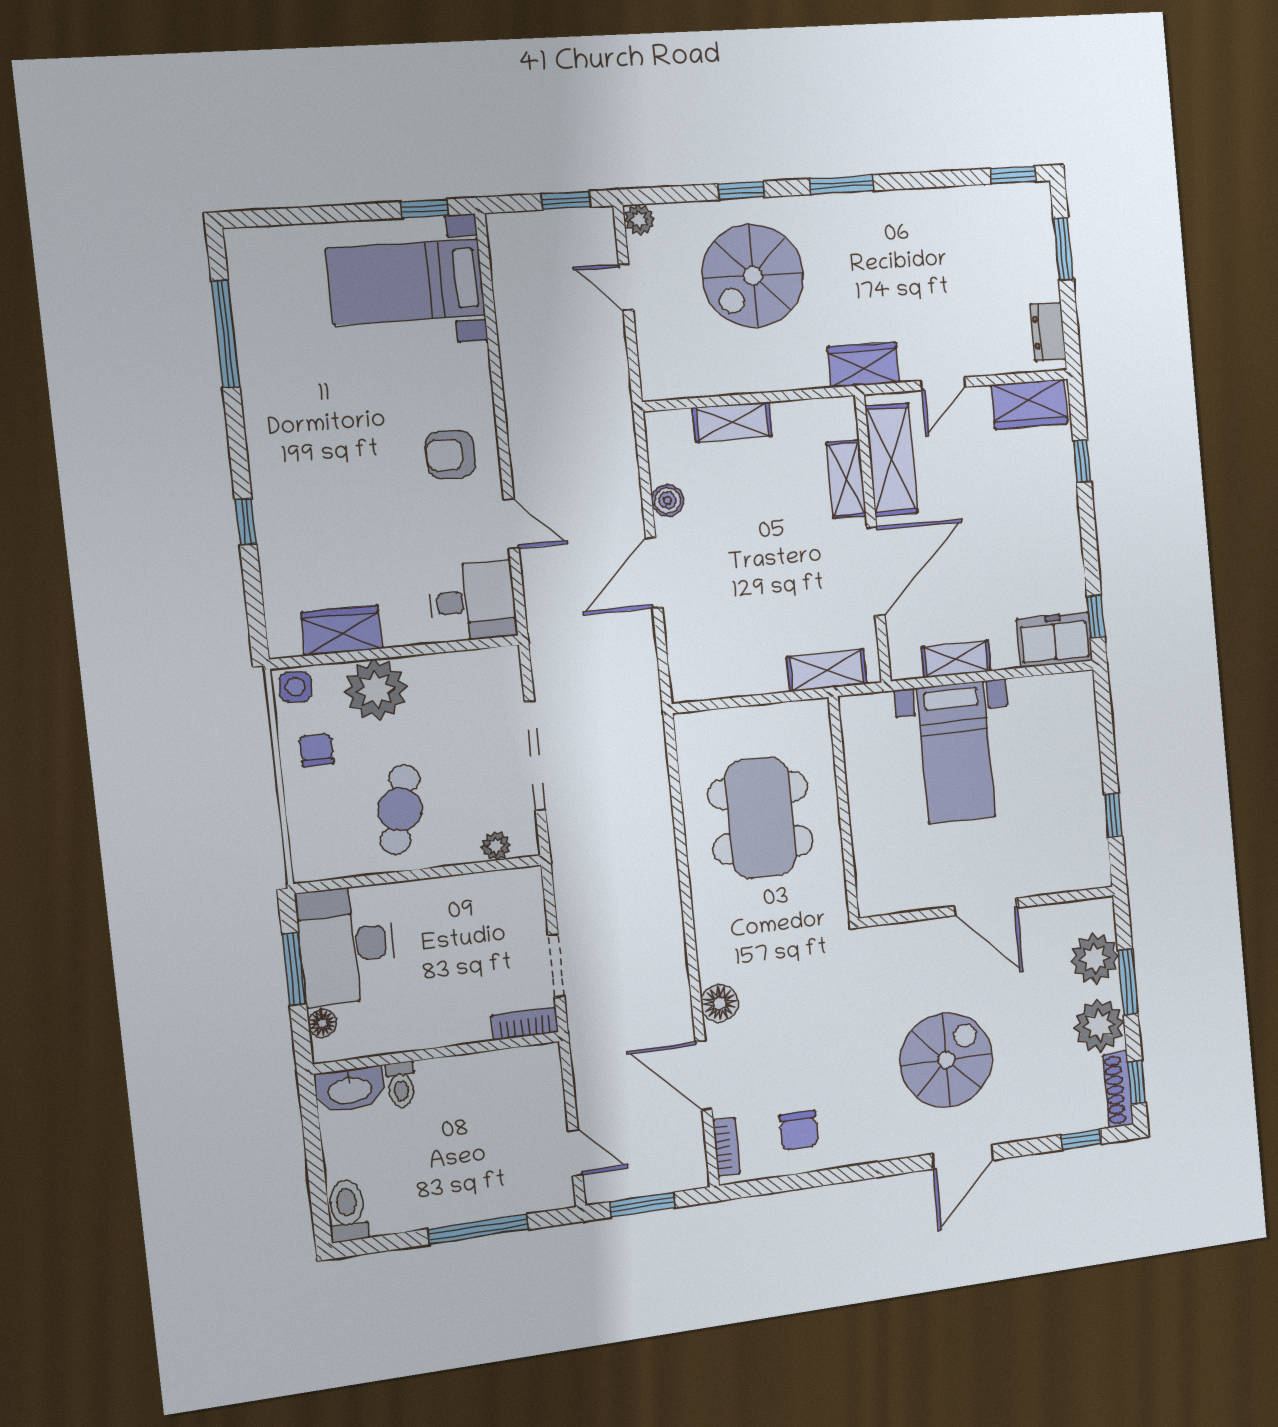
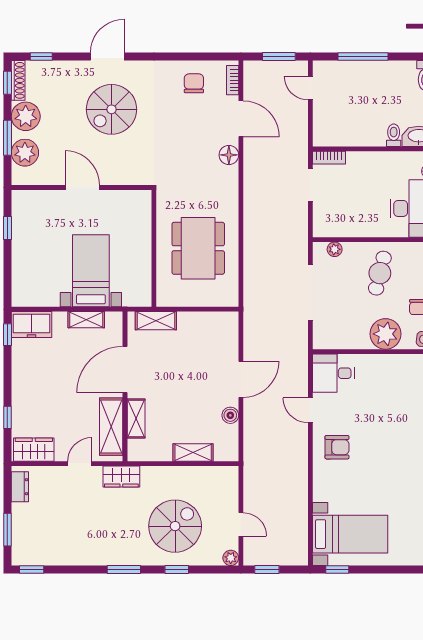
wardrobe: (342, 630) -> (399, 365), removed

